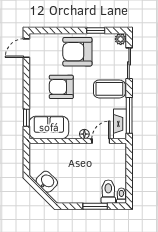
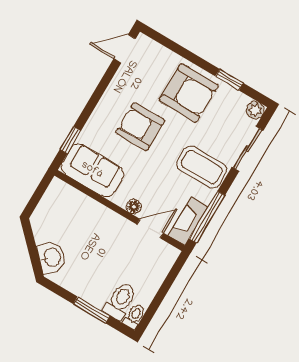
armchair: (77, 52) -> (189, 93), turned 180
washbasin: (47, 182) -> (52, 257), moved

